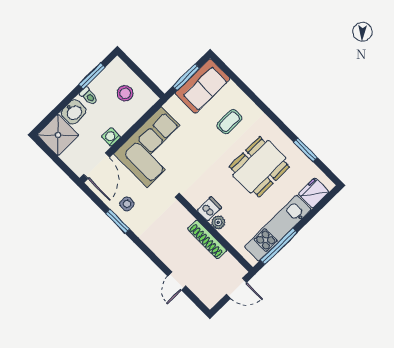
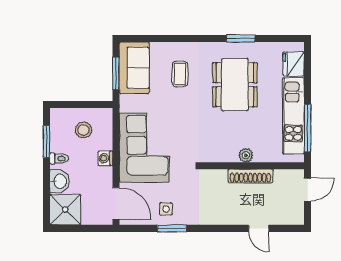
washing machine: (111, 137) -> (105, 158), moved
window: (306, 150) -> (241, 38), moved
dishwasher: (209, 209) -> (230, 152), removed

